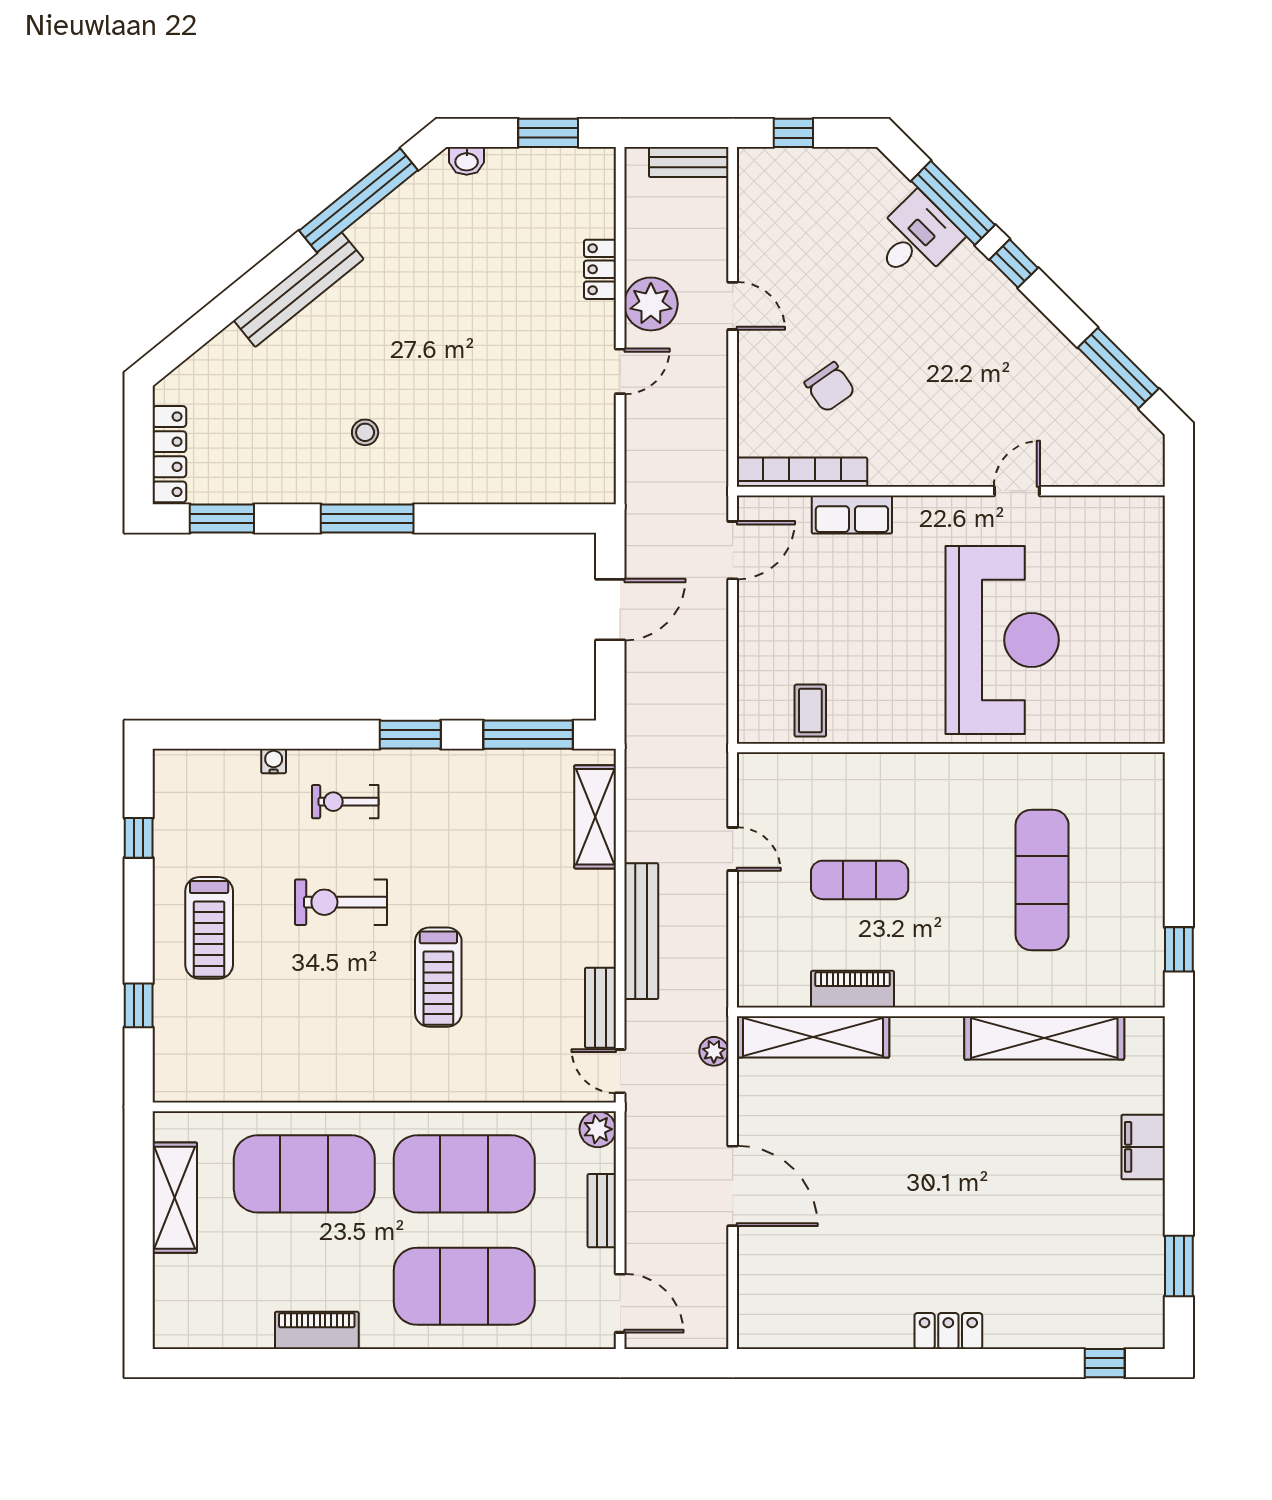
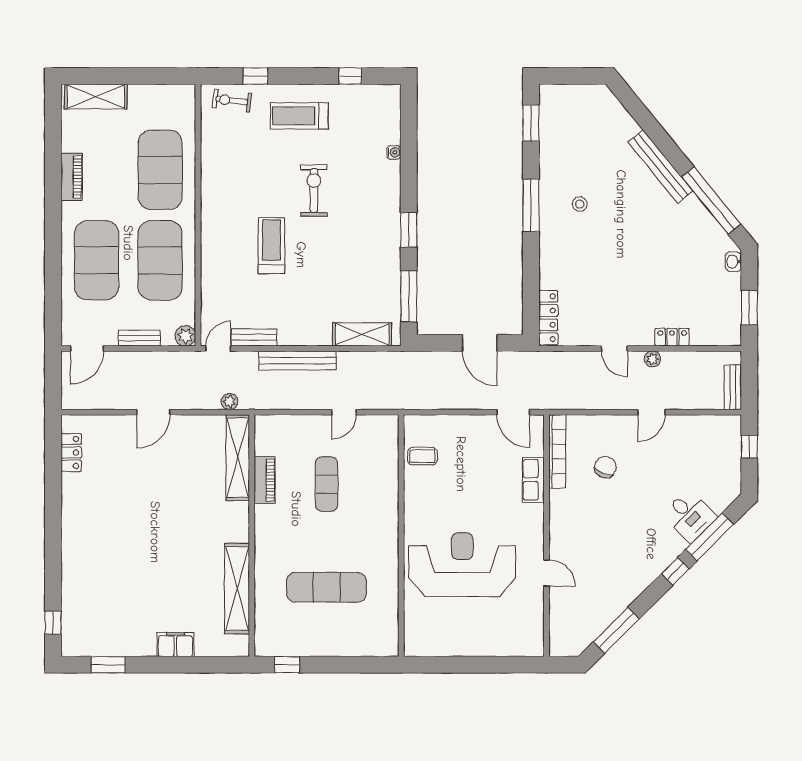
plant: (651, 304) -> (652, 359), width x0.53, depth x0.53
chair: (830, 387) -> (605, 467), turned 146
locker: (169, 454) -> (548, 318), moved, turned -90
reception desk: (1002, 640) -> (462, 565), turned 180
exercise bike: (345, 802) -> (232, 100), moved, turned -83
treadmill: (438, 977) -> (271, 246), turned 90
door: (733, 1186) -> (153, 412), width x0.73
shelving: (175, 1198) -> (96, 97), moved
locker: (948, 1331) -> (71, 452), moved

